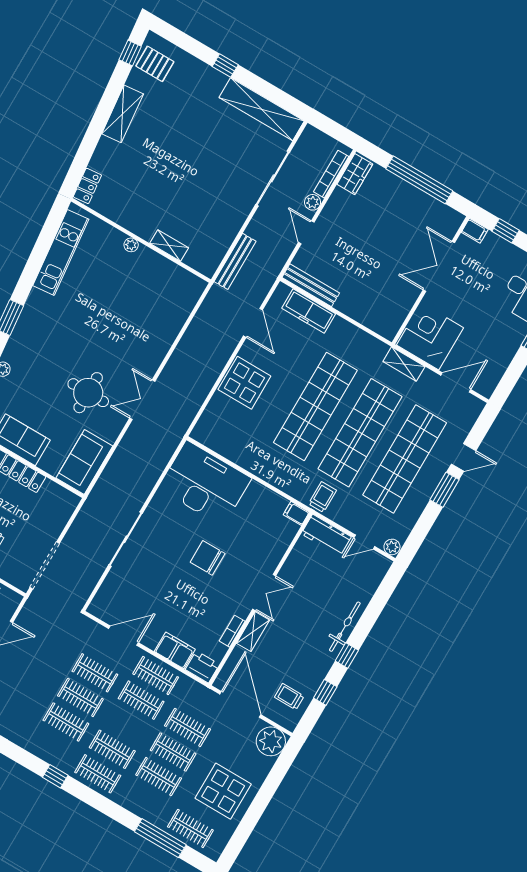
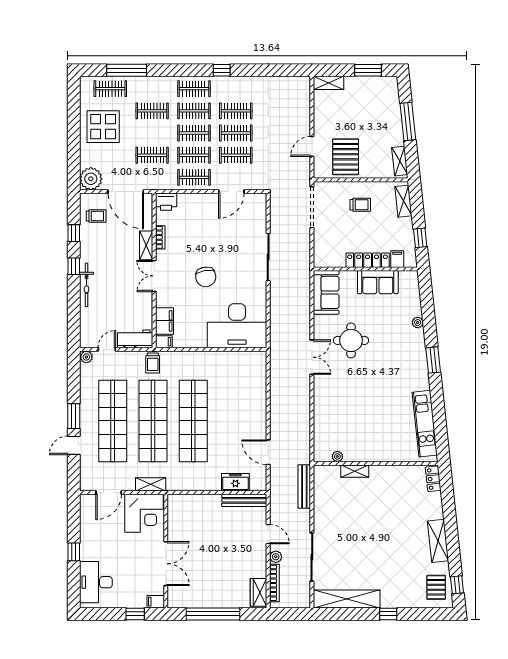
pallet: (155, 64) -> (436, 587), turned 90
plant: (131, 245) -> (337, 456), moved
freezer: (309, 311) -> (235, 482), width x0.71
display table: (244, 383) -> (250, 409), removed
chair: (208, 558) -> (206, 277), turned 81
filing cabinet: (175, 650) -> (164, 321), moved, turned -90
clothes rail: (173, 752) -> (194, 133), moved

